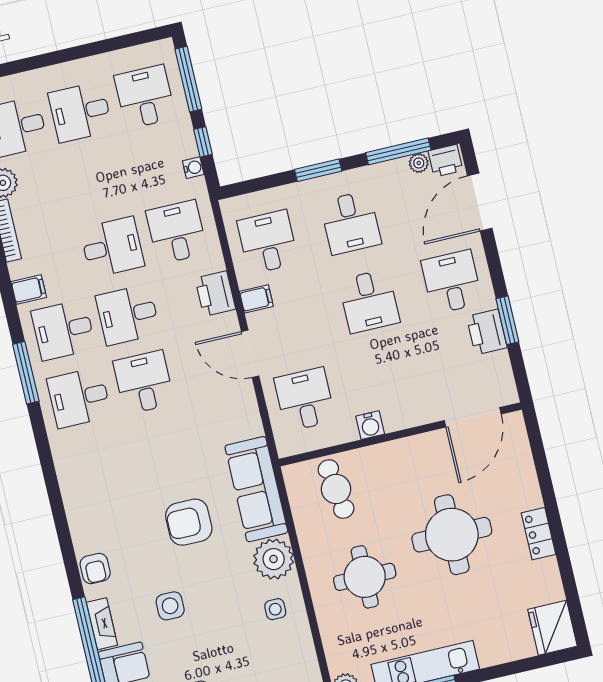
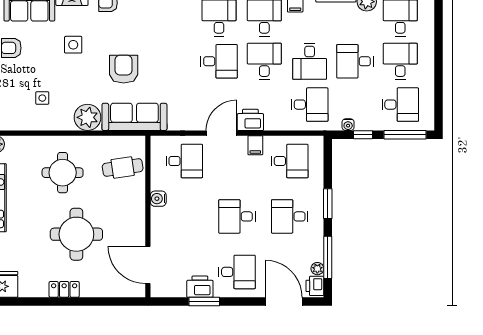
desk: (96, 180) -> (355, 61), added
printer: (215, 294) -> (250, 120), moved
side table: (275, 609) -> (42, 98), moved

